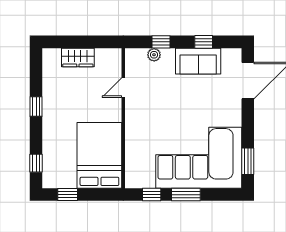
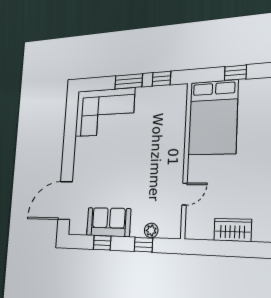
corner sofa: (199, 158) -> (105, 112), width x0.73, depth x0.74
window: (248, 161) -> (71, 119), removed
window: (68, 195) -> (235, 73), moved

